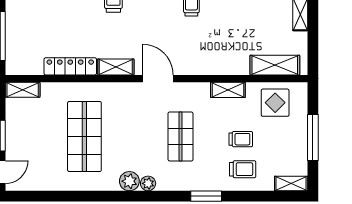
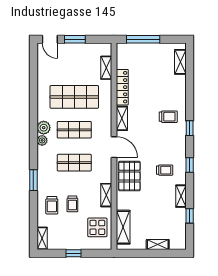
pallet: (200, 56) -> (129, 176), added
door: (158, 79) -> (114, 147), hinge flipped
shelving: (23, 90) -> (106, 68), moved
shop shelf: (132, 136) -> (74, 130), added
window: (313, 138) -> (74, 253), width x0.46

